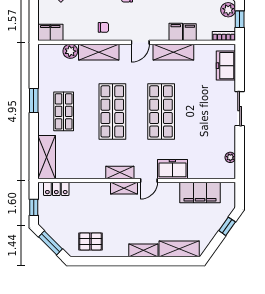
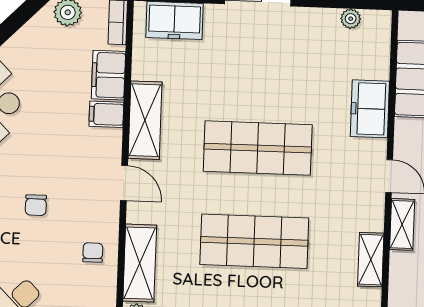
filing cabinet: (190, 32) -> (108, 75), width x2.00
freezer: (172, 169) -> (370, 109), moved
shelving: (120, 172) -> (371, 260), moved

